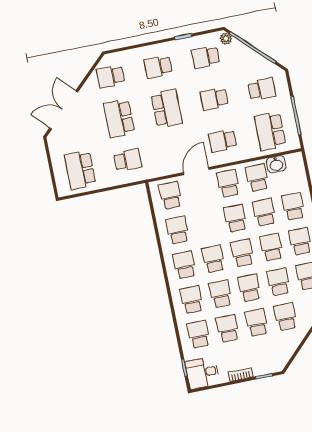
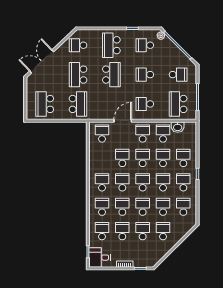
school desk: (158, 67) -> (111, 45), width x1.85
school desk: (128, 160) -> (78, 104), width x1.85
school desk: (177, 230) -> (122, 158), moved

